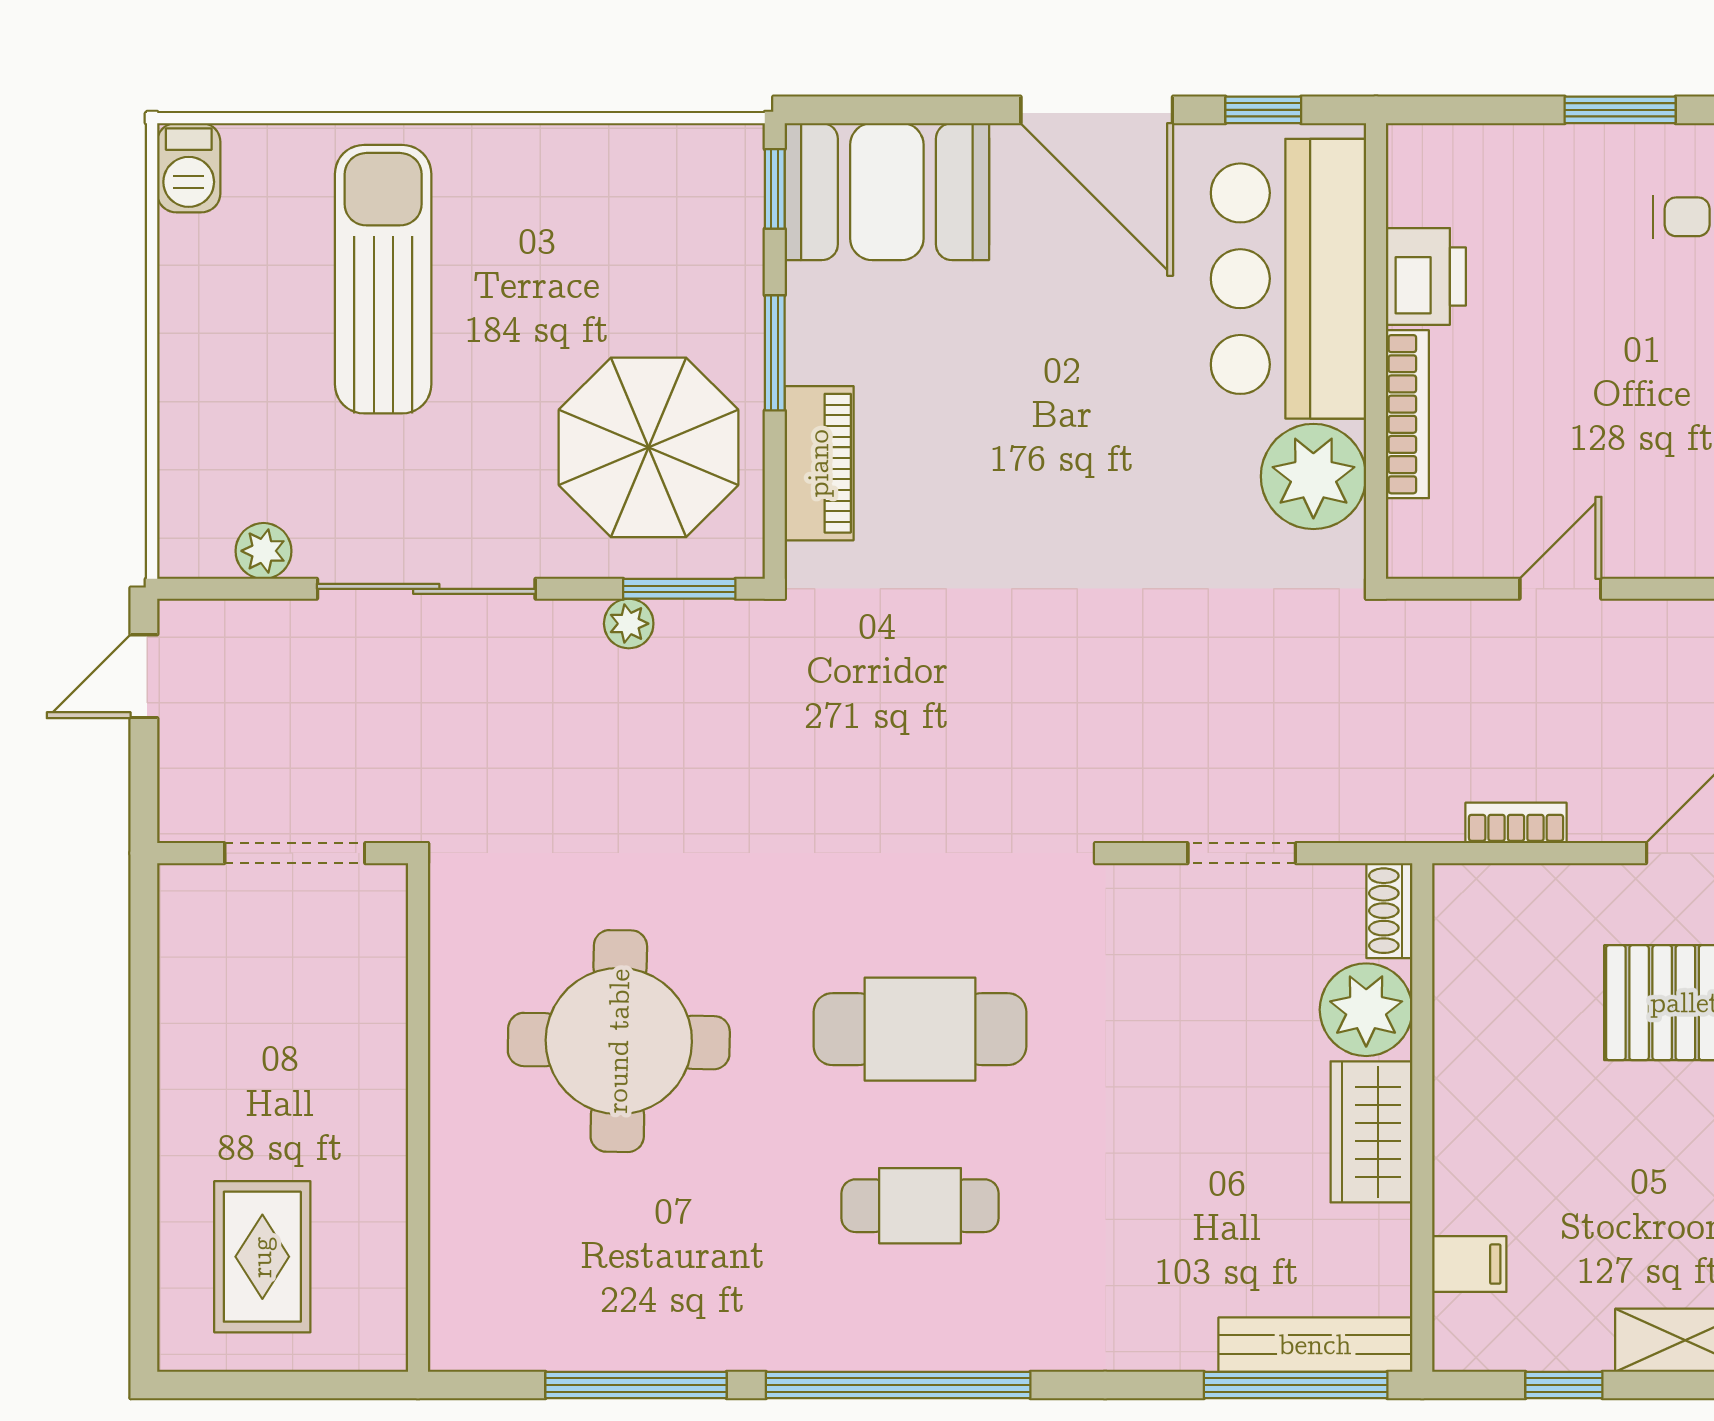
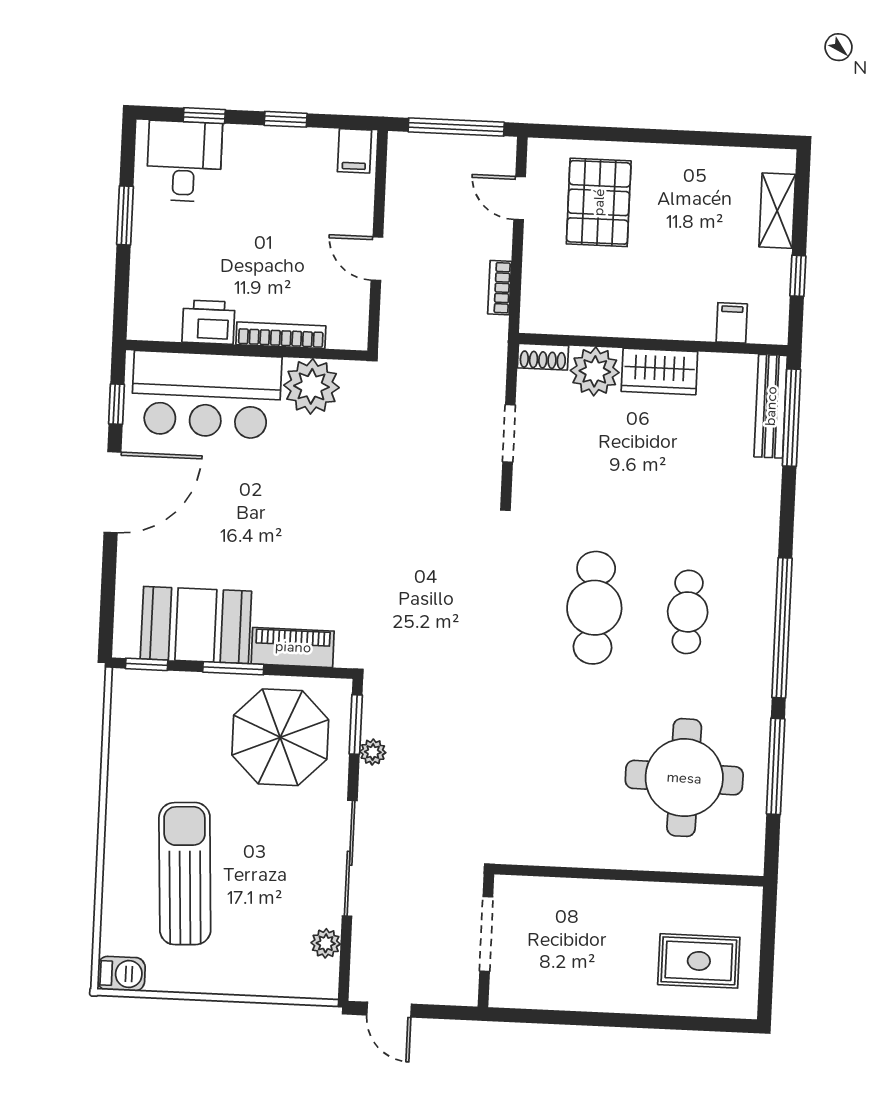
booth: (887, 192) -> (196, 625), moved, turned 90
sun lounger: (383, 279) -> (185, 874), turned 87
round table: (619, 1041) -> (684, 778), moved

